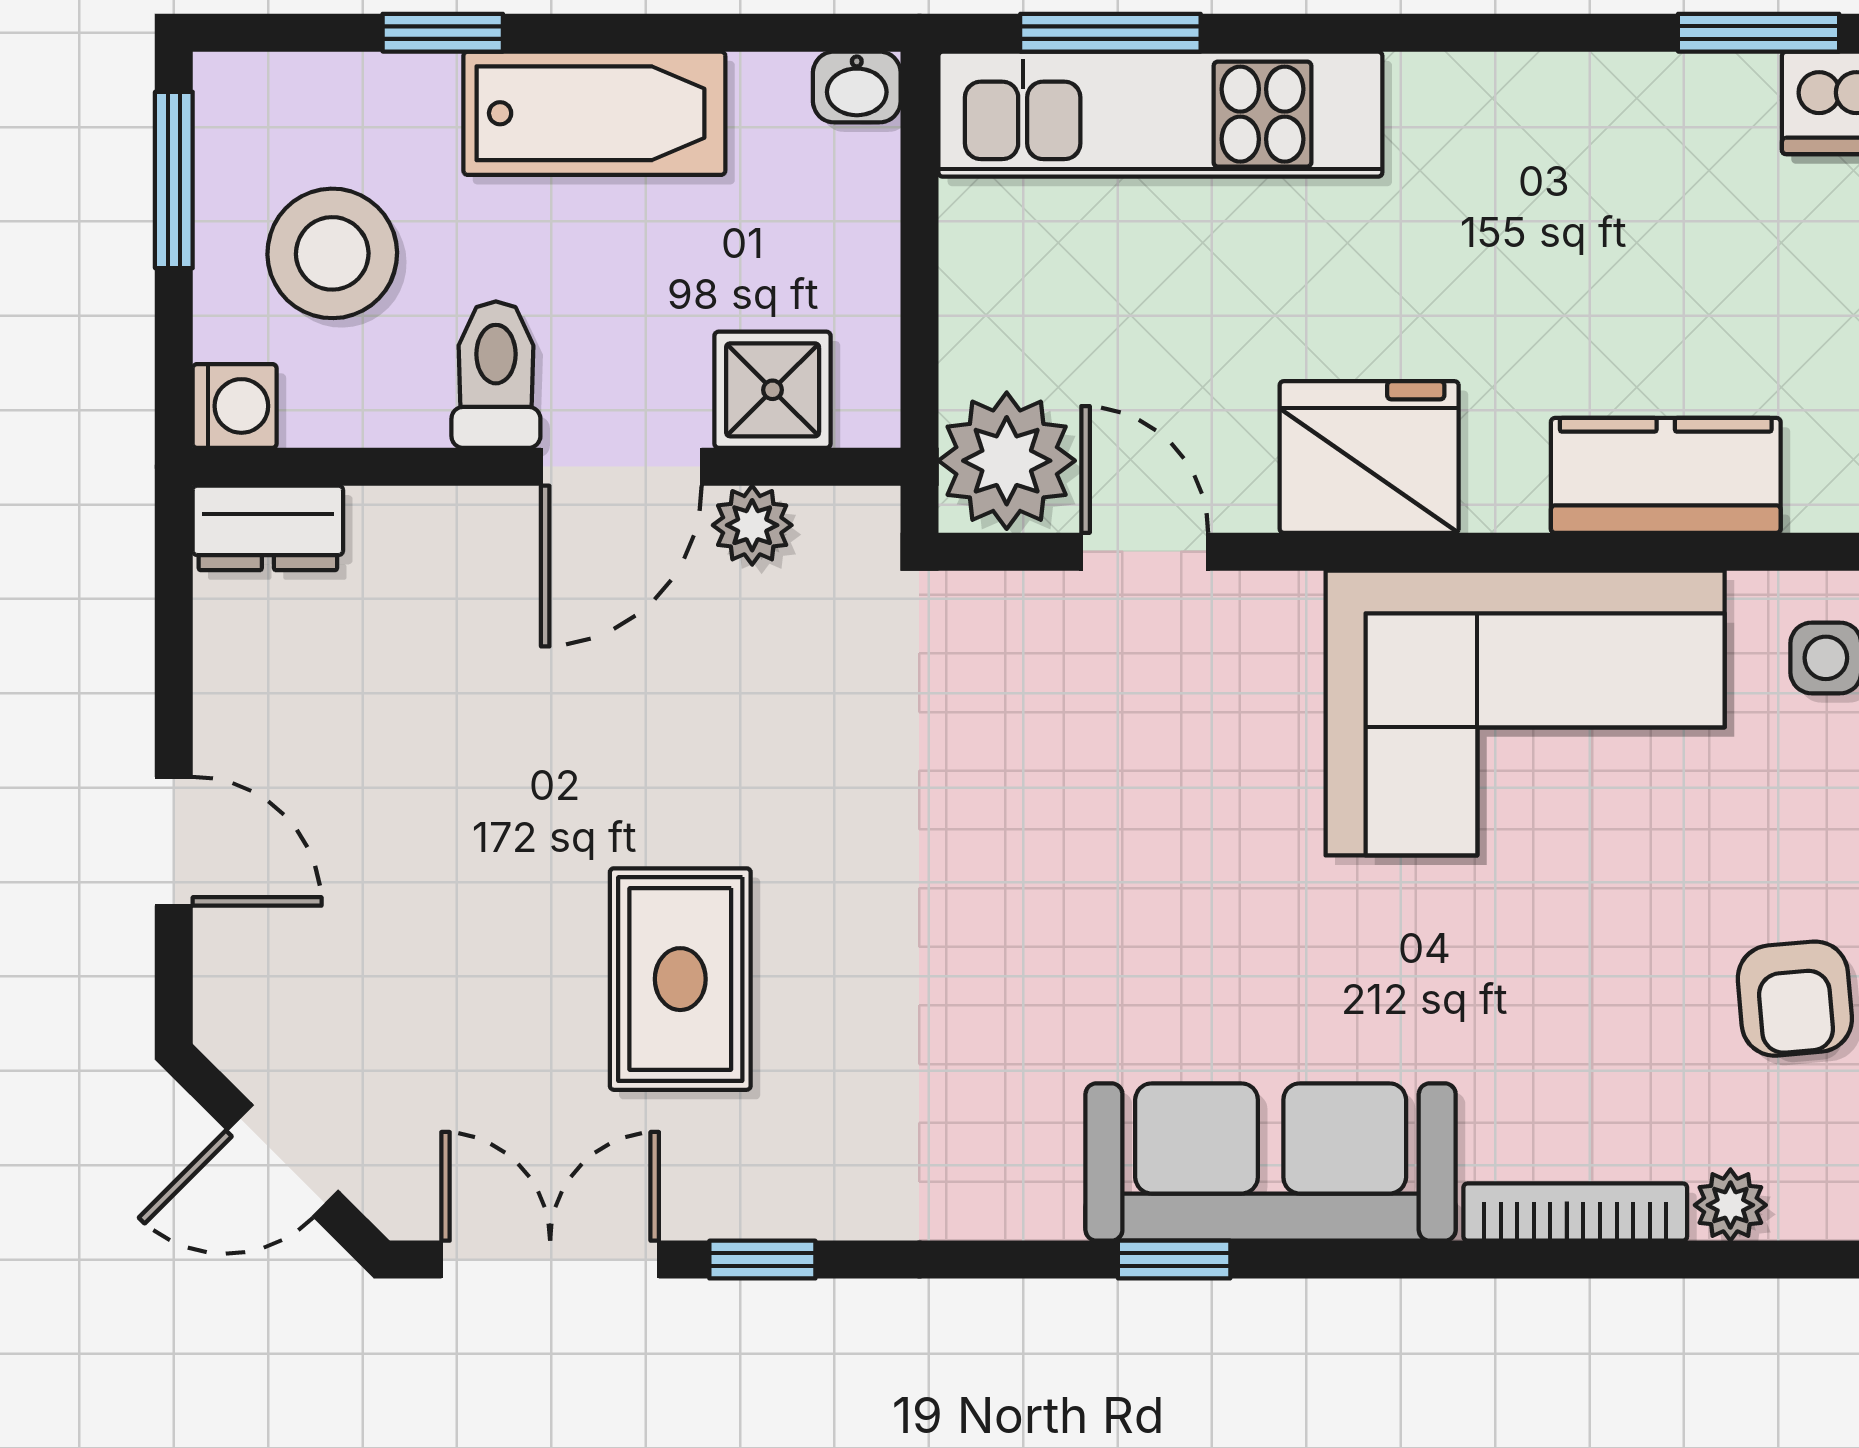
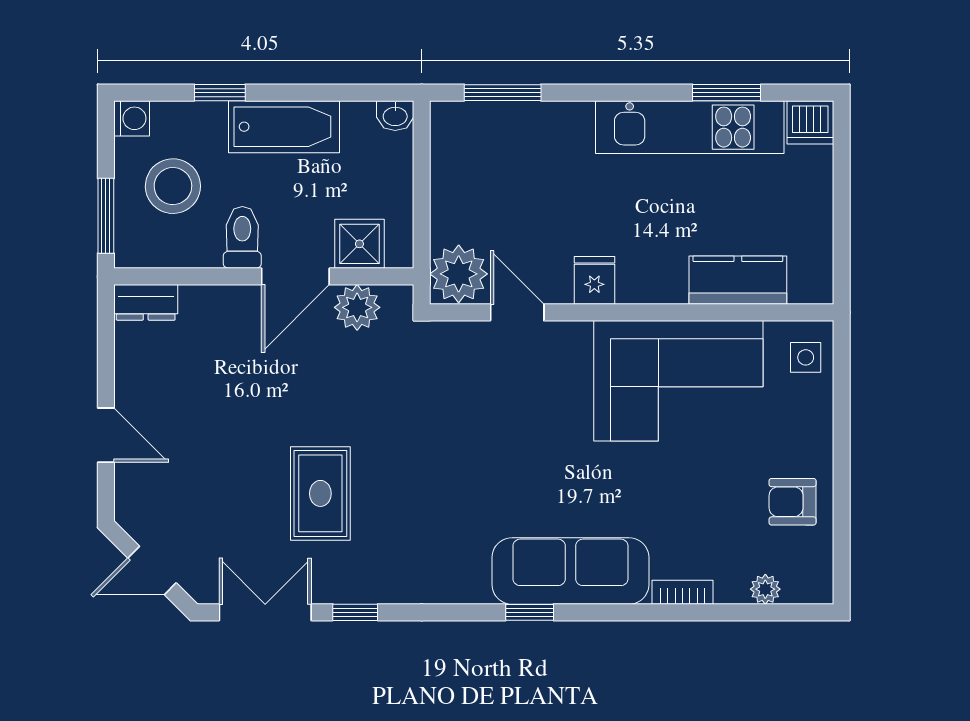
window: (1759, 33) -> (727, 93), moved
kitchen unit: (1160, 114) -> (690, 127), moved
window: (174, 180) -> (106, 216), moved
washing machine: (235, 406) -> (132, 118), moved
fridge: (1369, 457) -> (594, 280), width x0.53, depth x0.75
plant: (752, 525) -> (357, 307), width x1.38, depth x1.38
armchair: (1795, 999) -> (793, 502), turned 95
bookcase: (1575, 1212) -> (682, 592), width x0.64

